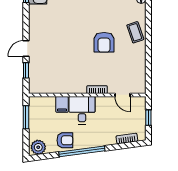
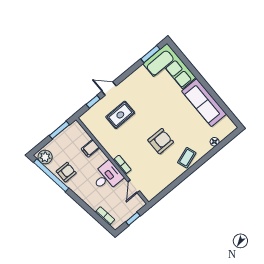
armchair: (104, 42) -> (161, 141), turned 180
rug: (55, 57) -> (120, 115), added
desk: (82, 110) -> (107, 177), moved
armchair: (65, 140) -> (66, 172), turned -90
window: (82, 151) -> (51, 175), moved

